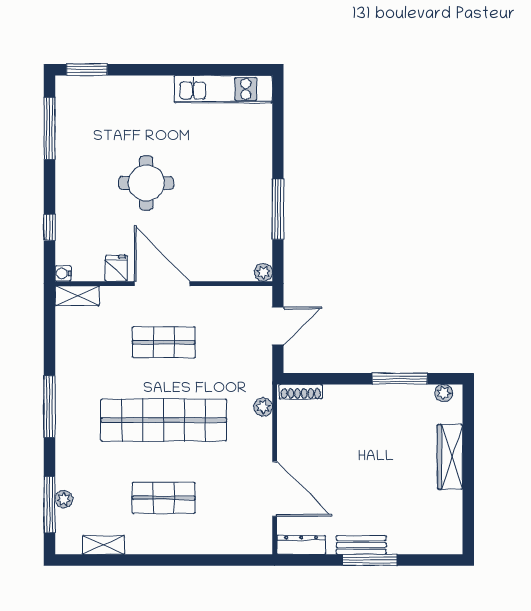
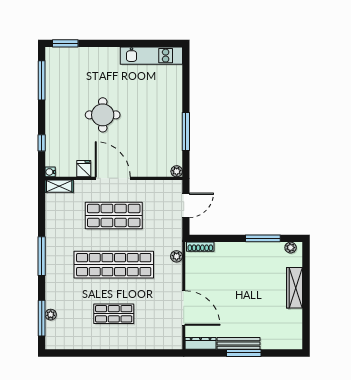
shop shelf: (164, 342) -> (114, 215), width x1.43, depth x1.36
shelving: (103, 545) -> (76, 343), removed
bench: (361, 545) -> (238, 343), width x1.36

